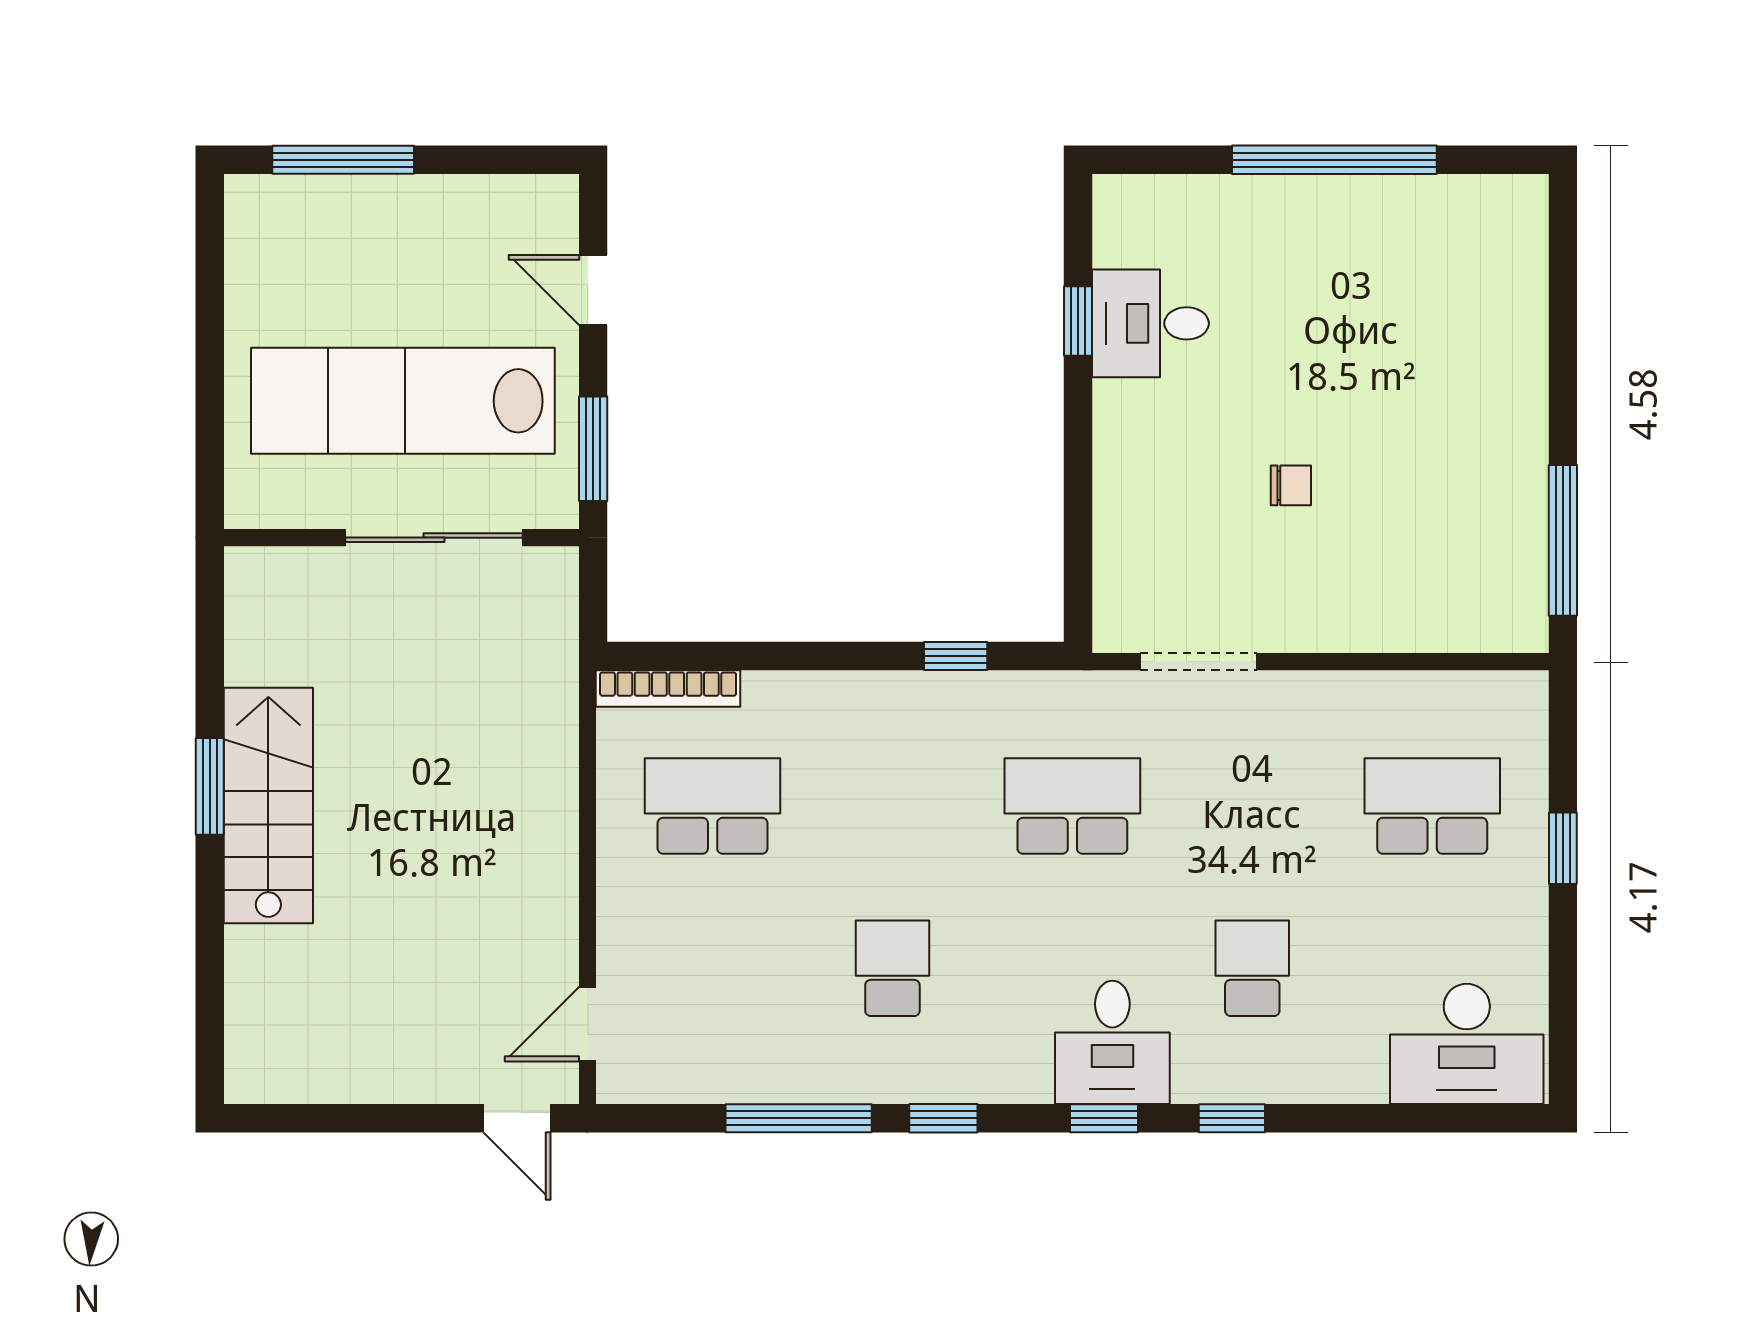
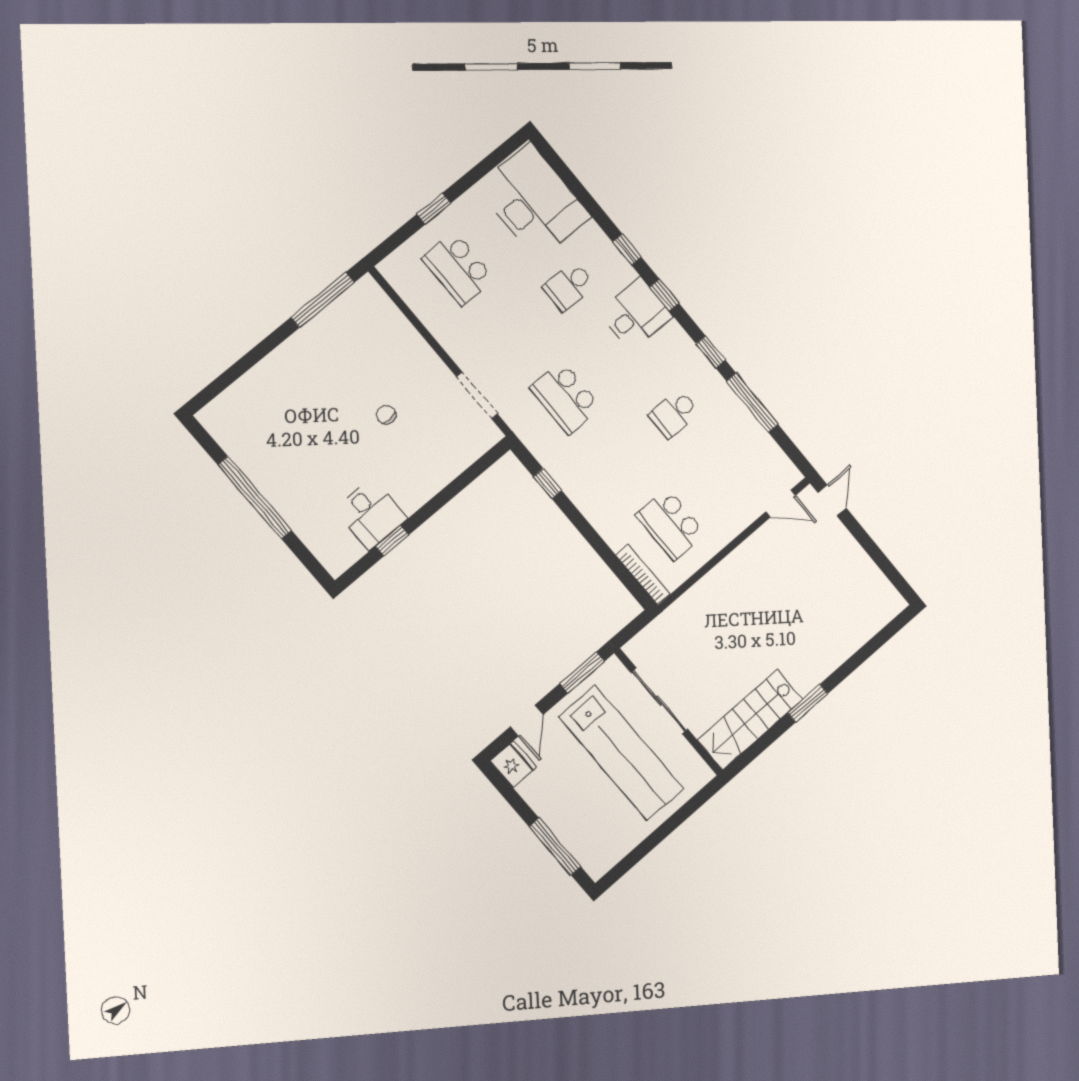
fridge: (540, 207) -> (513, 764), added
stairs: (268, 805) -> (750, 720), moved
desk: (1467, 1044) -> (534, 202), width x1.36, depth x1.30

